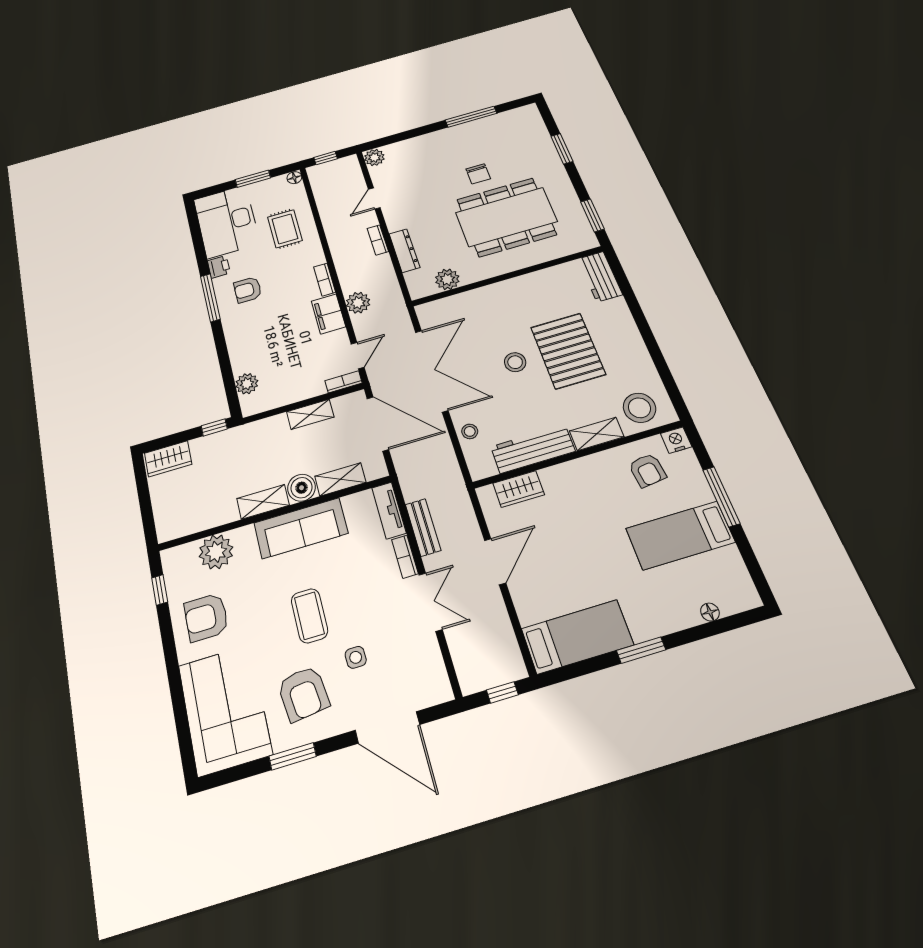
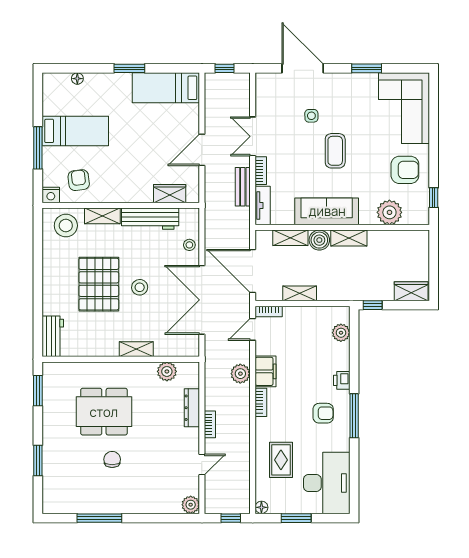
dining table: (506, 217) -> (104, 412), width x0.73, depth x0.80
printer: (219, 267) -> (342, 380), moved
shelving: (493, 292) -> (136, 349), added
armchair: (303, 694) -> (351, 103), removed

